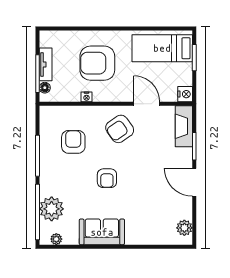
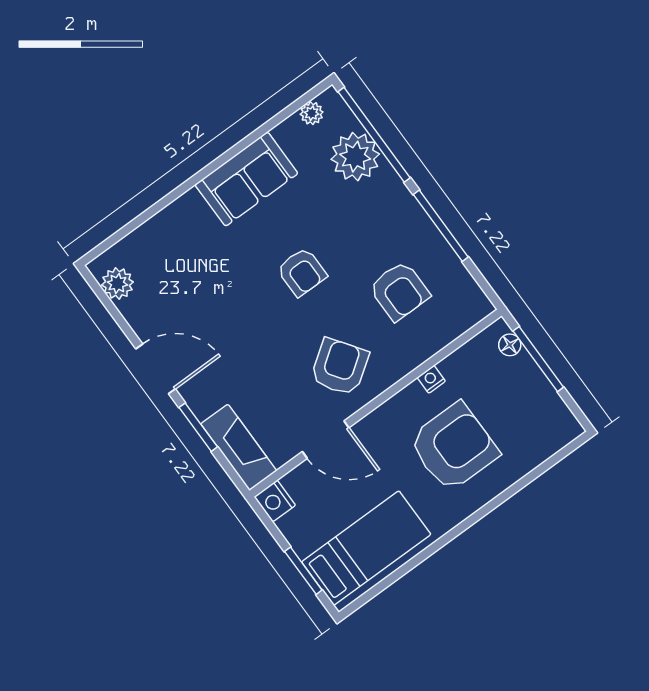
tv unit: (46, 64) -> (536, 383), removed
armchair: (107, 178) -> (302, 272), turned 180

